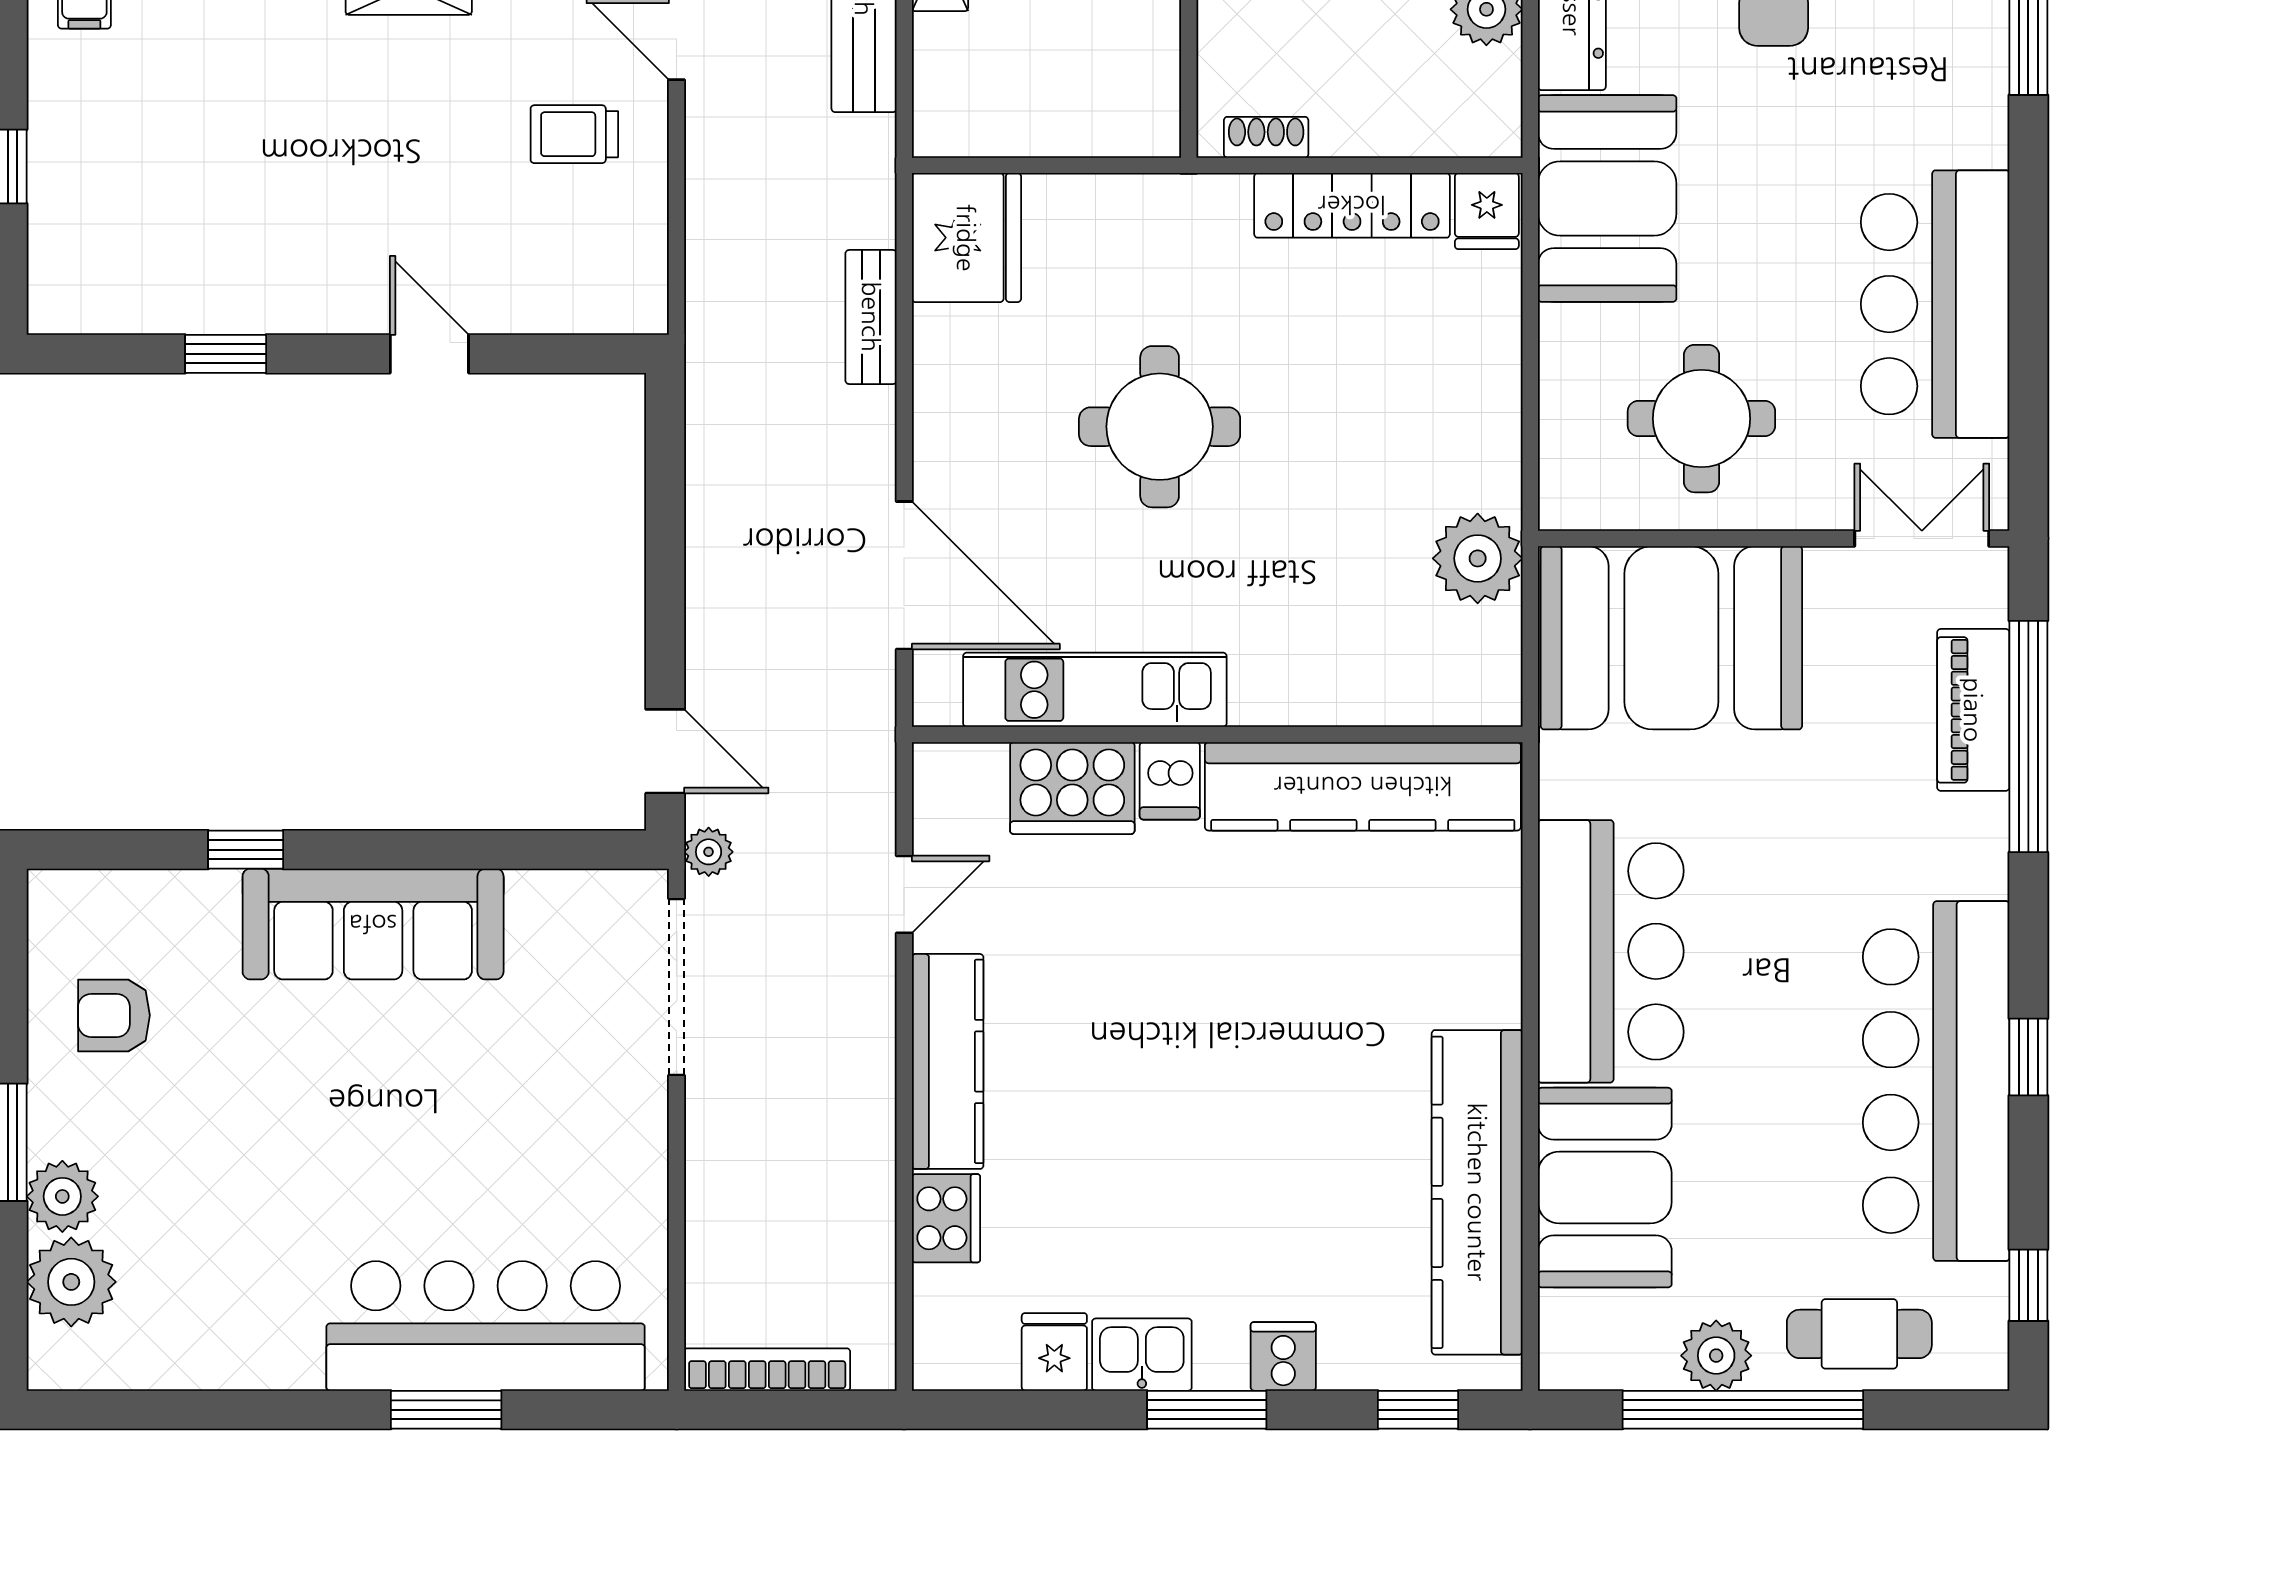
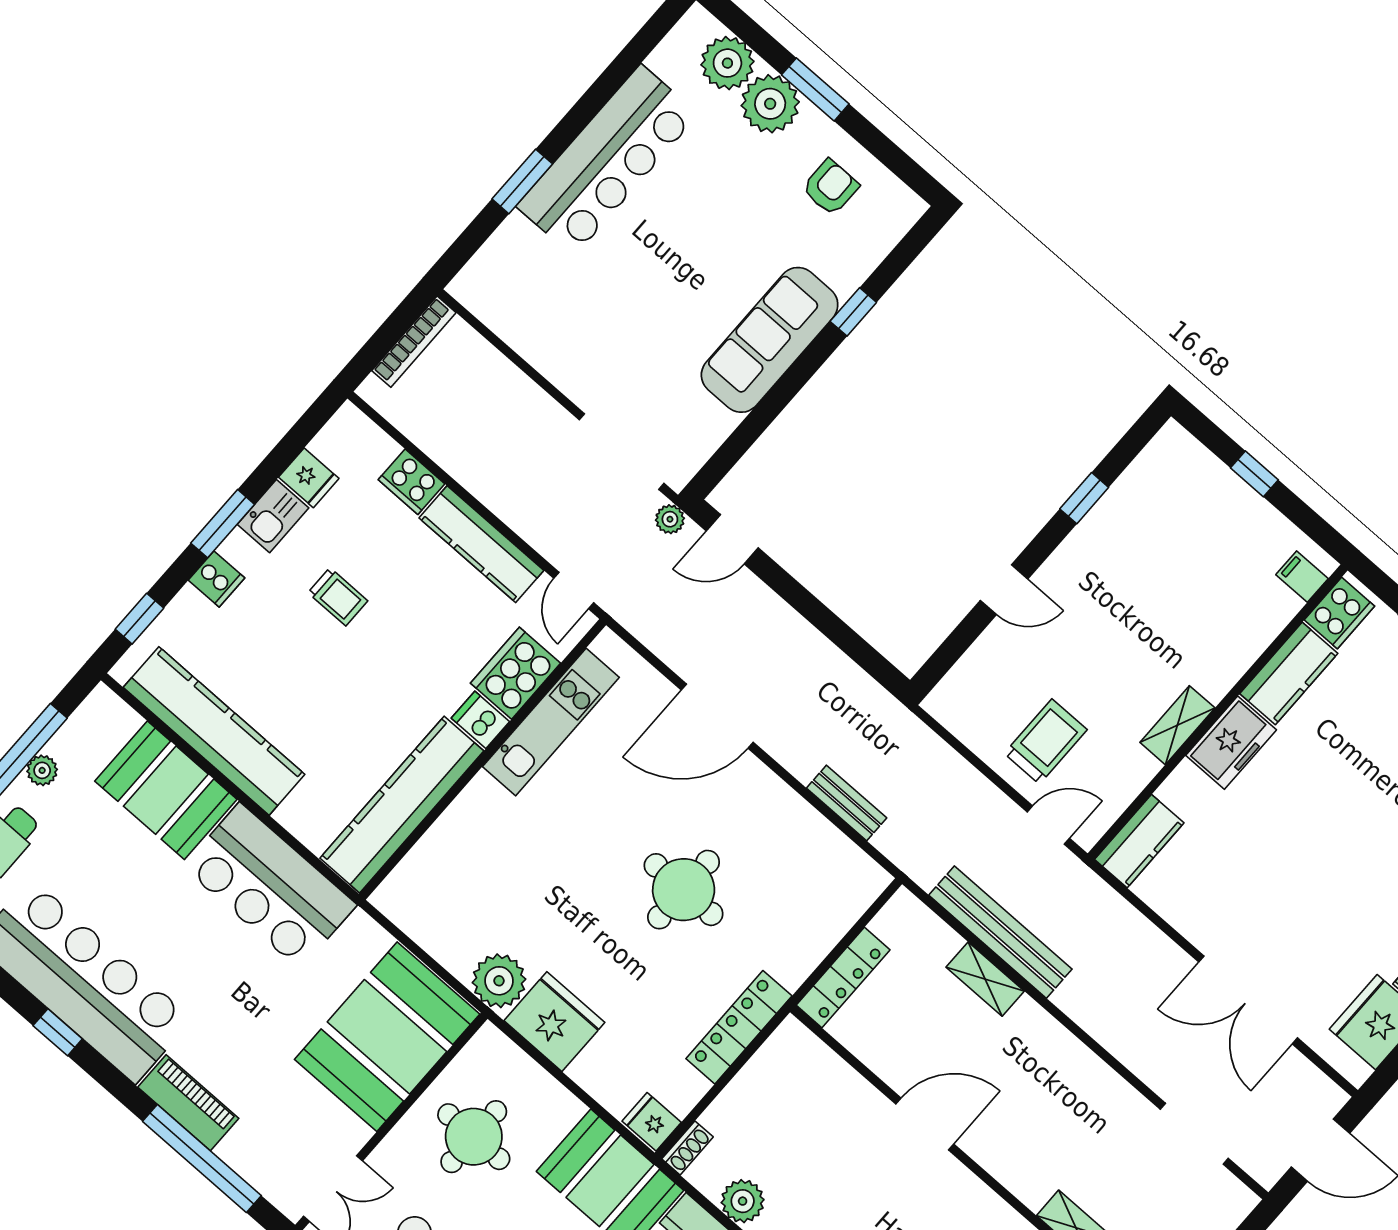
locker: (1094, 129) -> (843, 978), added
trolley: (574, 134) -> (1046, 741), width x1.36, depth x1.39
shoe rack: (1266, 137) -> (687, 1148), moved
locker: (1352, 205) -> (739, 1027), moved
fridge: (966, 238) -> (554, 1022), moved, turned 180
kitchen unit: (1095, 690) -> (551, 722), moved
piano: (1973, 710) -> (188, 1103), moved
wall: (1217, 734) -> (483, 759), moved
dishwasher: (1170, 781) -> (480, 720), moved
kitchen counter: (1363, 786) -> (402, 805), moved
cooker: (1072, 788) -> (516, 673), moved
trolley: (1172, 1184) -> (338, 597), added
plant: (62, 1196) -> (770, 104), width x1.36, depth x1.36
bar counter: (486, 1326) -> (607, 160), moved
plant: (1716, 1356) -> (42, 770), width x0.73, depth x0.73

